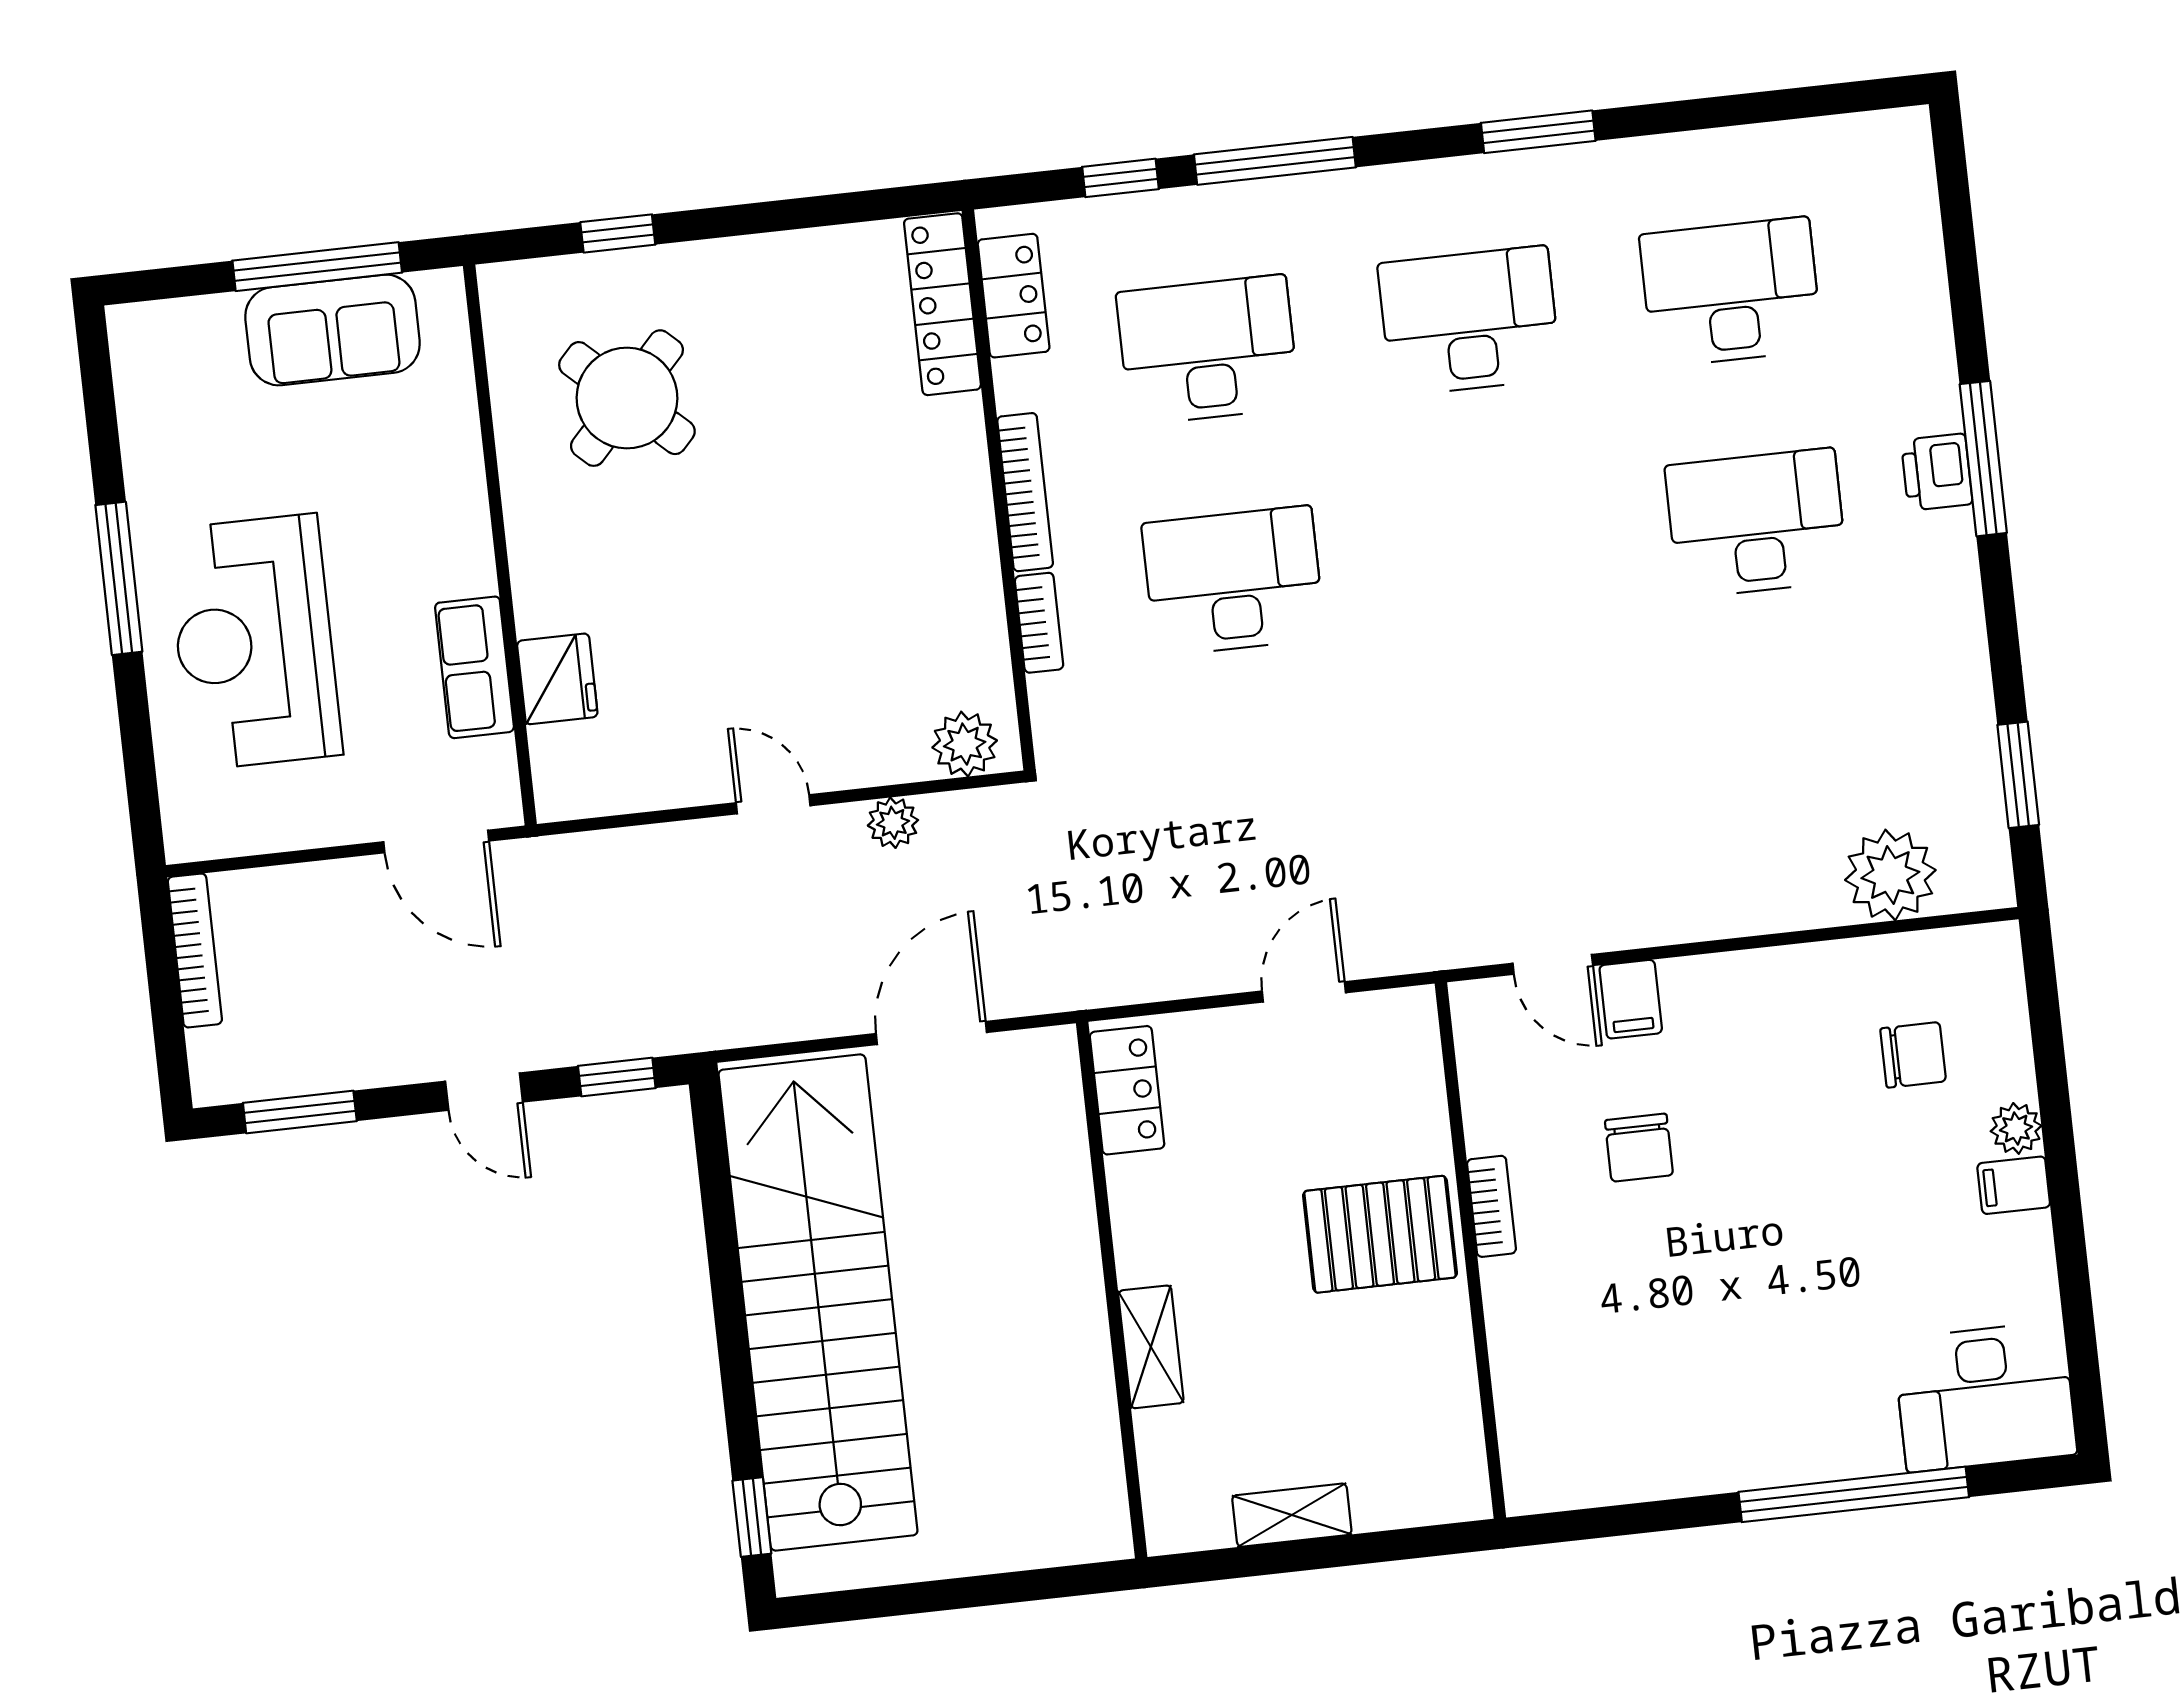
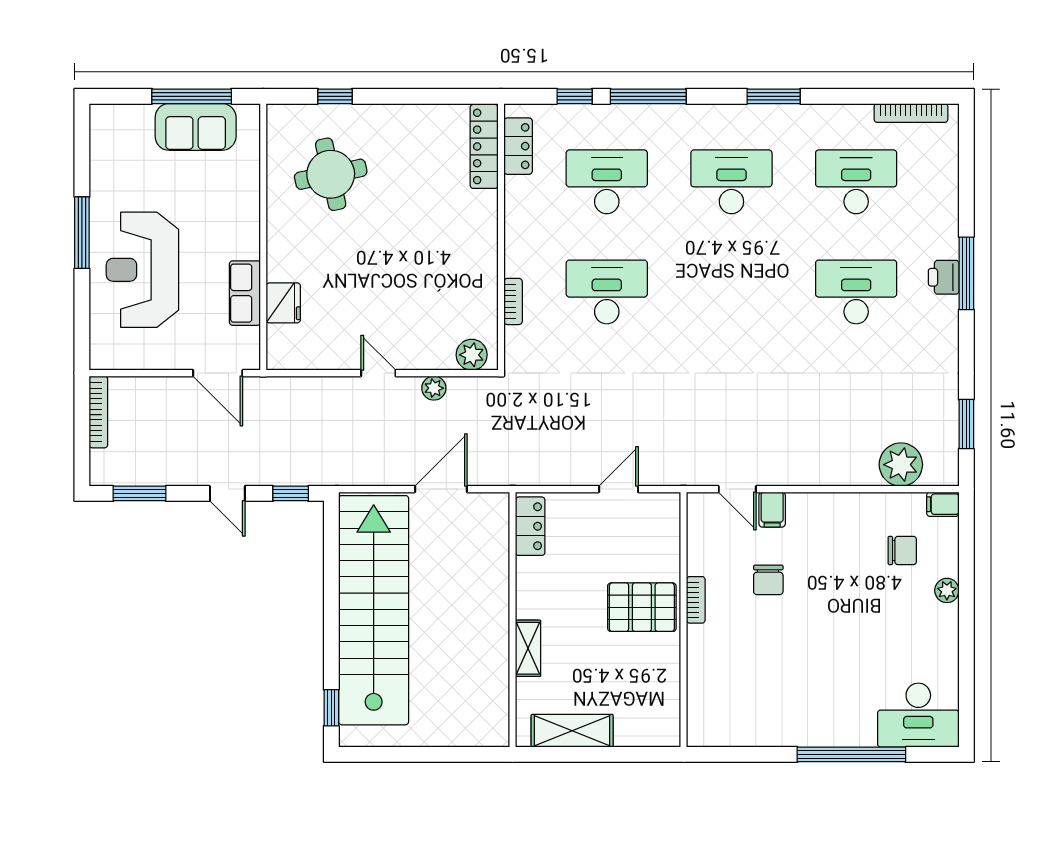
round table: (627, 398) -> (331, 174), turned 35
bookcase: (1025, 492) -> (911, 113), moved, turned 90
filing cabinet: (2014, 1185) -> (943, 504), moved
shelving: (1292, 1515) -> (572, 731), width x1.50, depth x1.33

